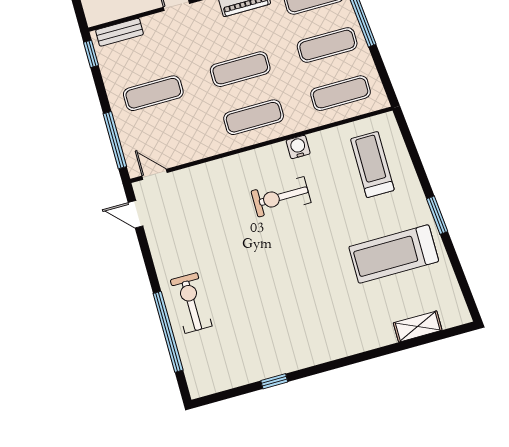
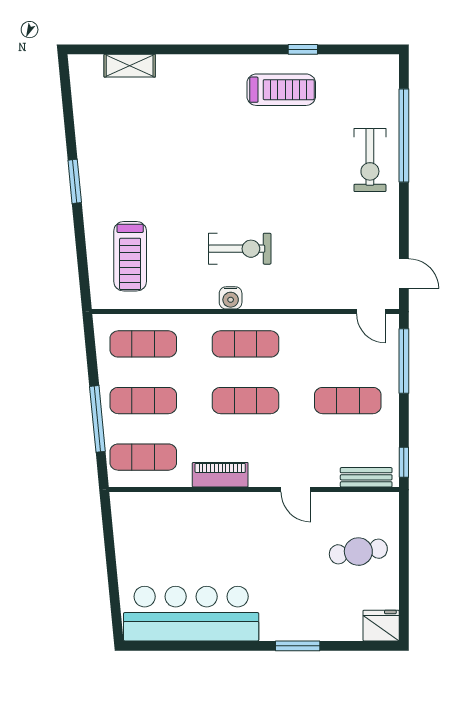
water cooler: (298, 147) -> (231, 298), moved
treadmill: (394, 254) -> (281, 90), moved, width x0.73, depth x0.73

